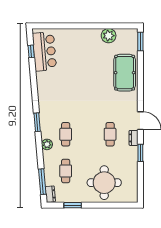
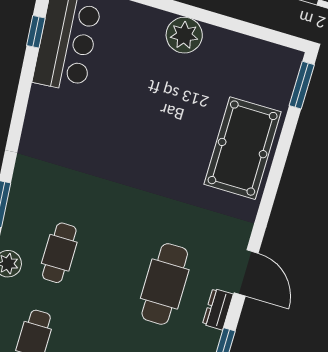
plant: (109, 36) -> (184, 35), moved
cafe table: (110, 134) -> (165, 284), width x1.37, depth x1.35

